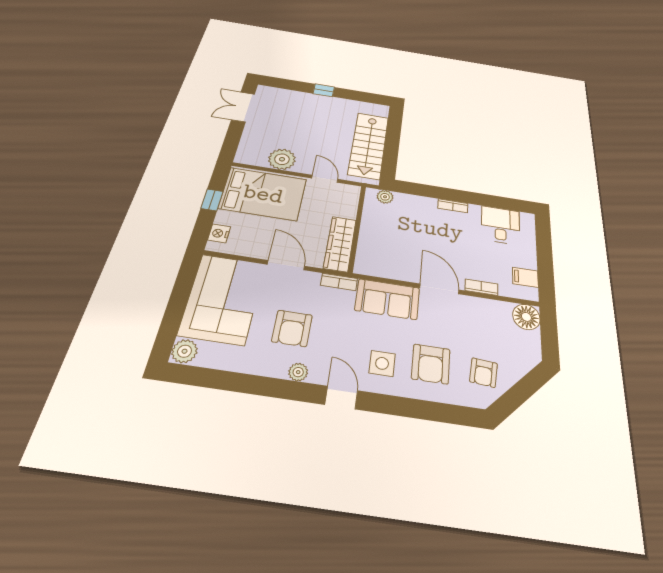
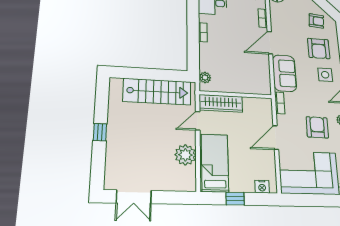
bed: (263, 194) -> (215, 163), width x0.67
wardrobe: (340, 244) -> (221, 103), moved
armchair: (292, 328) -> (317, 127), turned -89
armchair: (431, 364) -> (319, 48), turned 90

